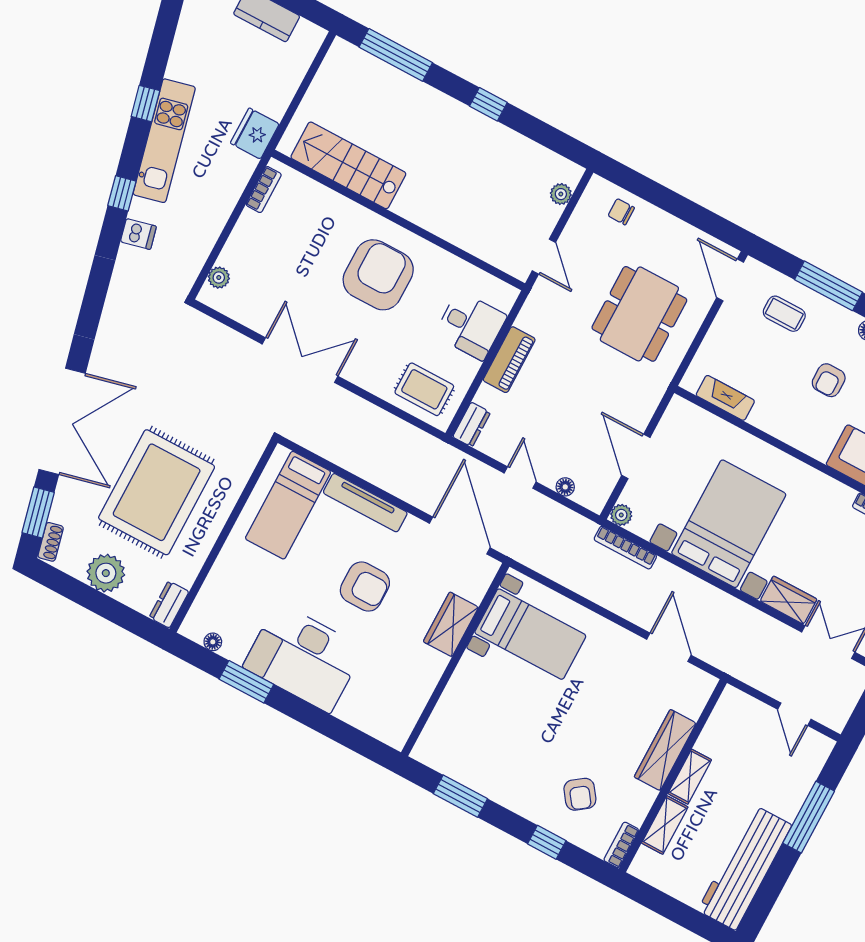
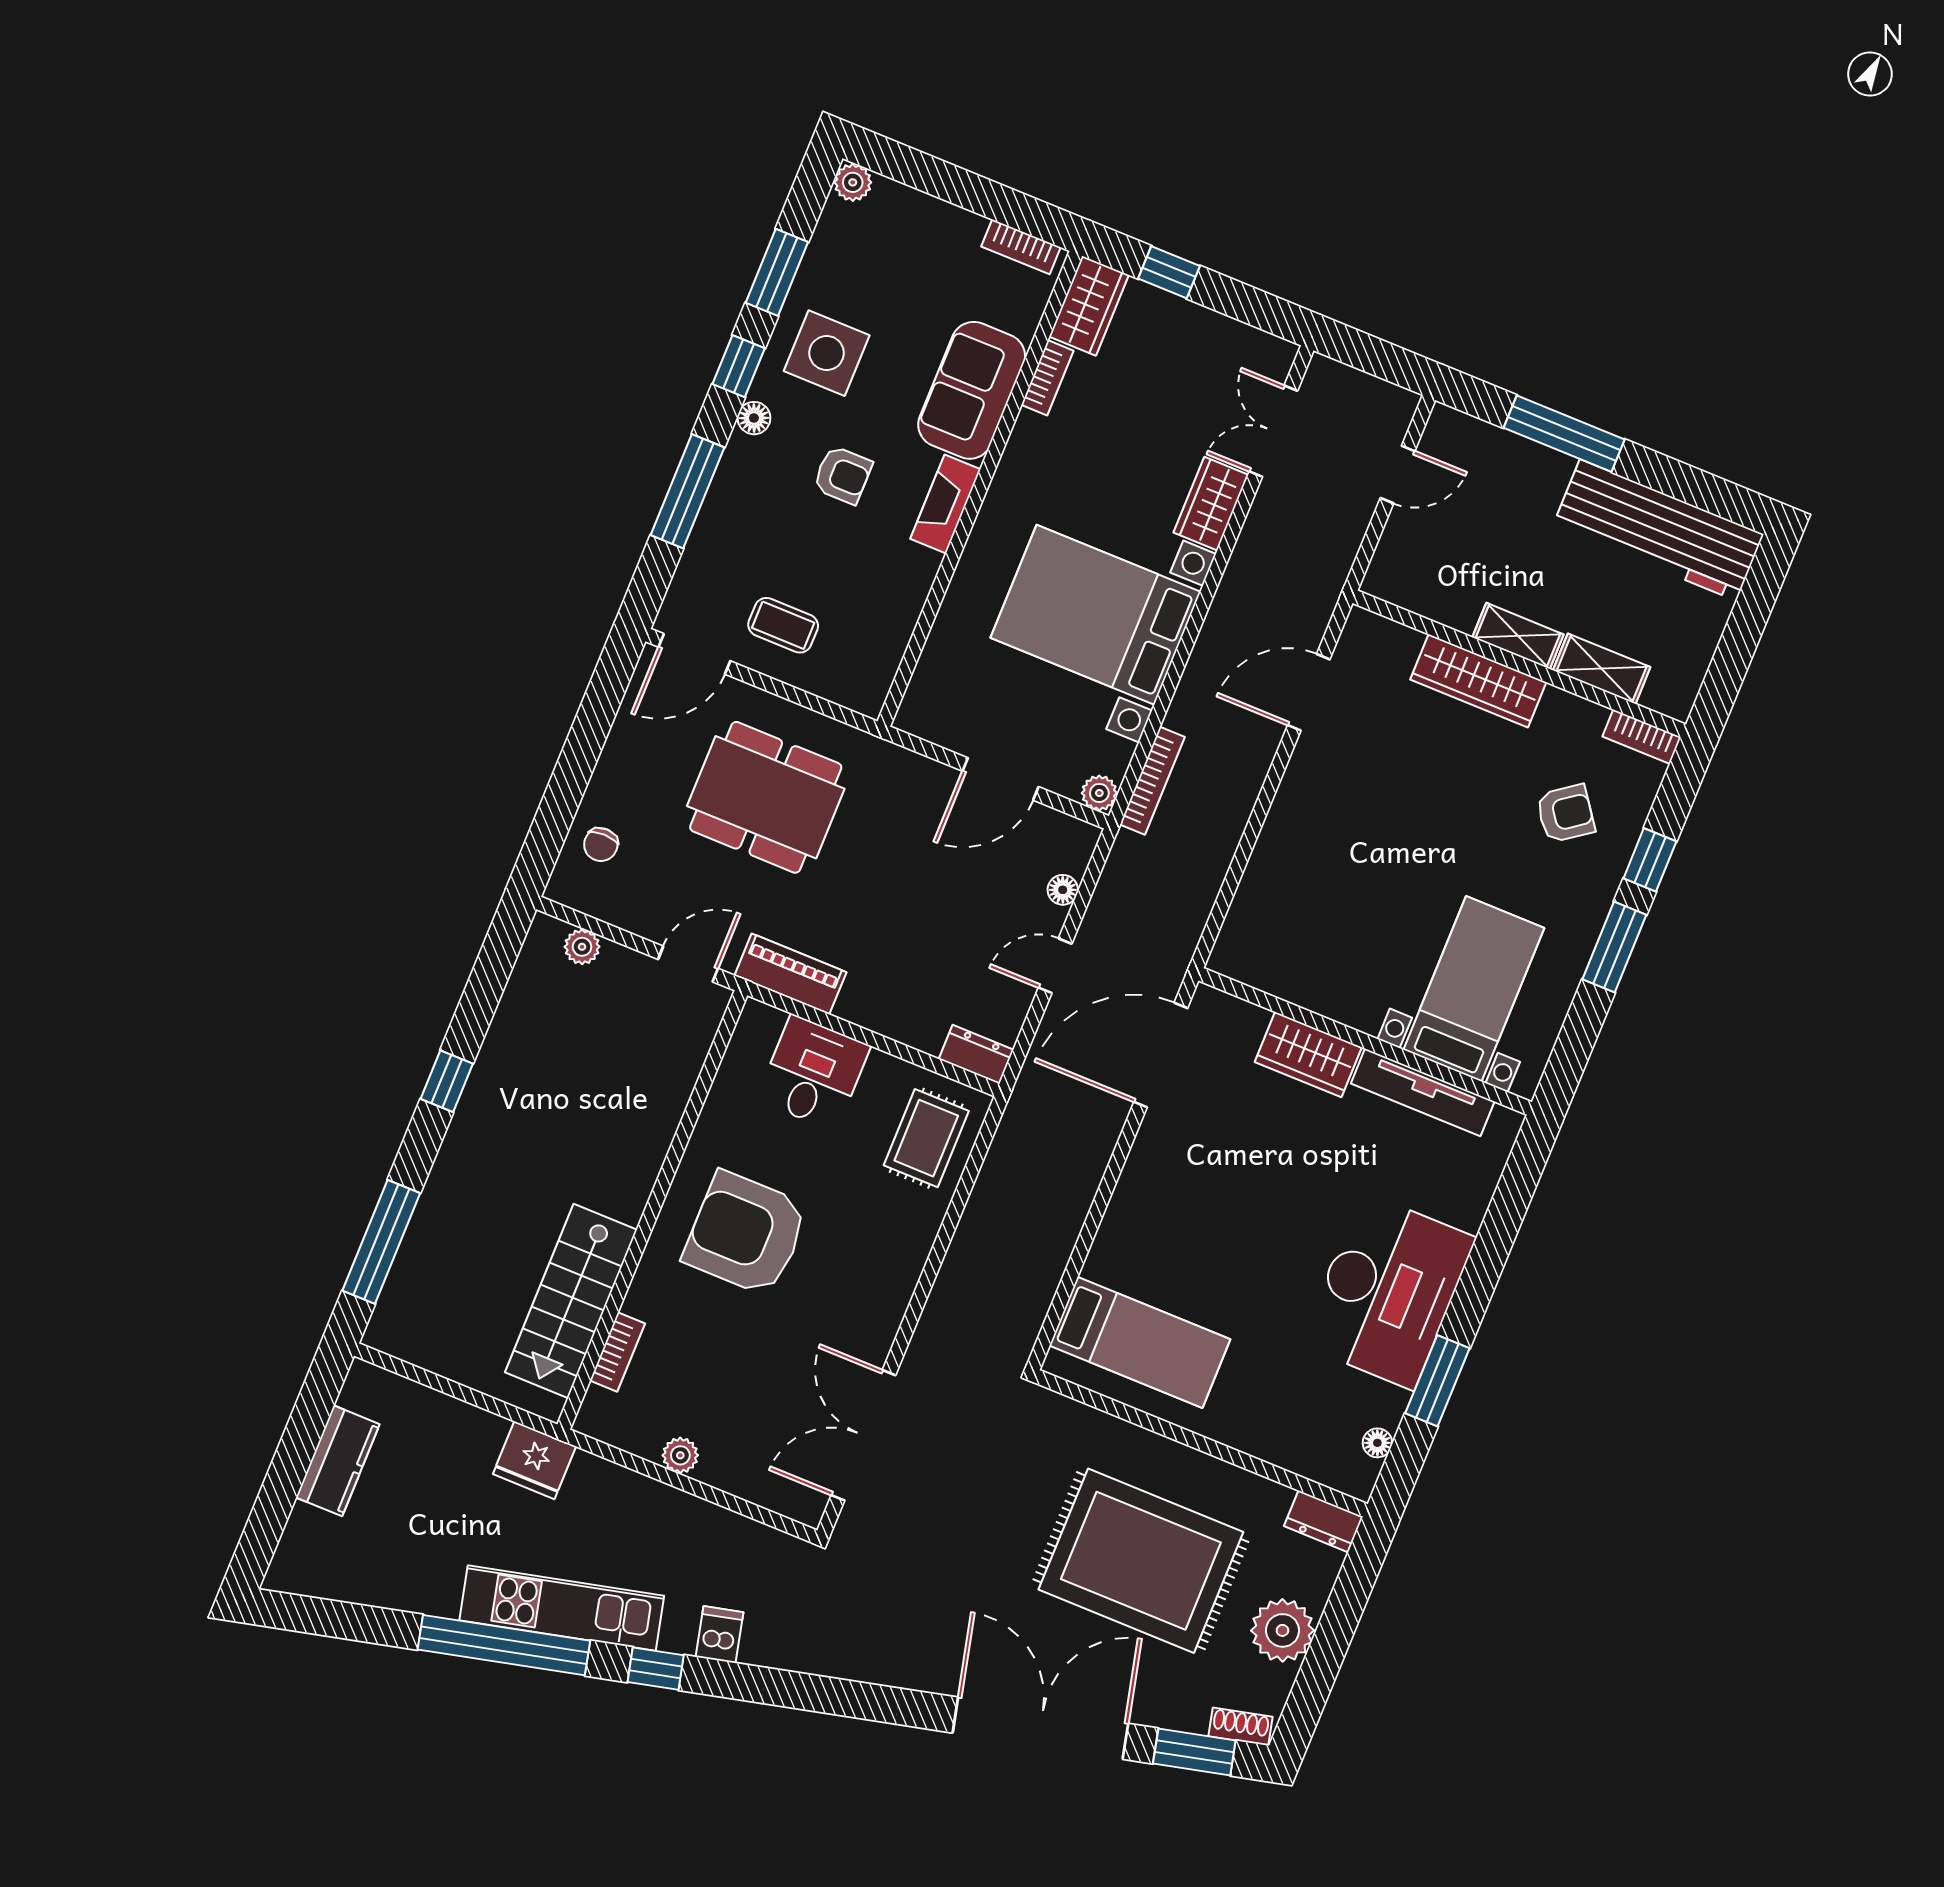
window: (145, 104) -> (504, 1645), width x3.17
bookcase: (264, 190) -> (617, 1352), moved, turned 90
plant: (219, 278) -> (680, 1455), moved
coffee table: (784, 314) -> (783, 625), moved, turned 90
double door: (300, 360) -> (863, 1435), moved
piano: (509, 360) -> (790, 974), moved
fireplace: (725, 398) -> (945, 504), moved
tv unit: (365, 503) -> (1423, 1092), moved, turned 90
armchair: (365, 587) -> (1261, 1202), removed
bed with nightstands: (530, 634) -> (1474, 989), moved
window: (460, 796) -> (1614, 947), moved

